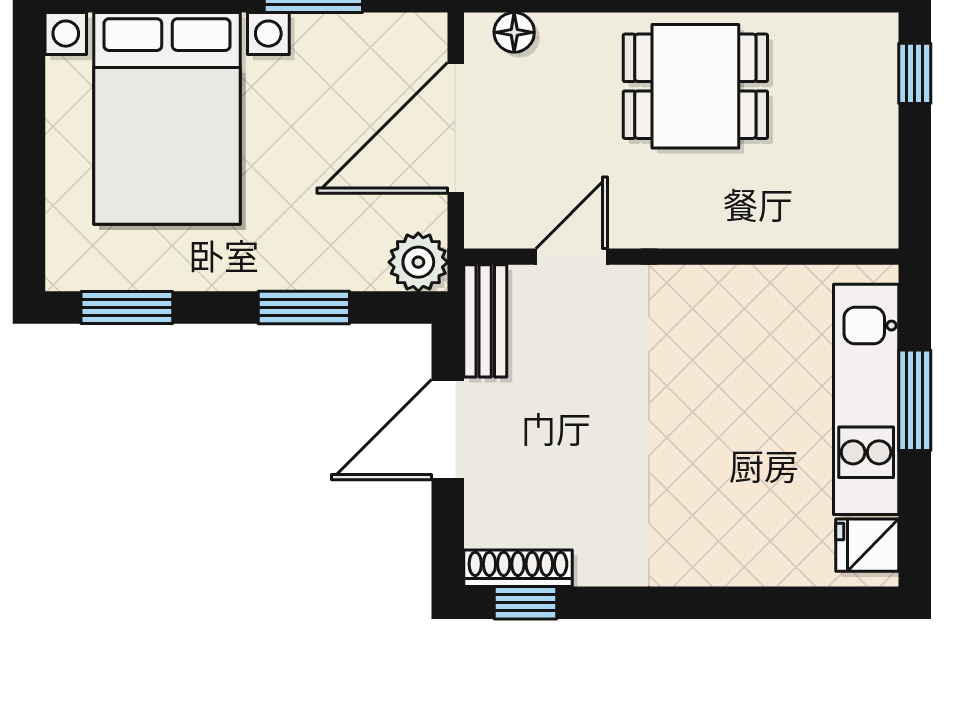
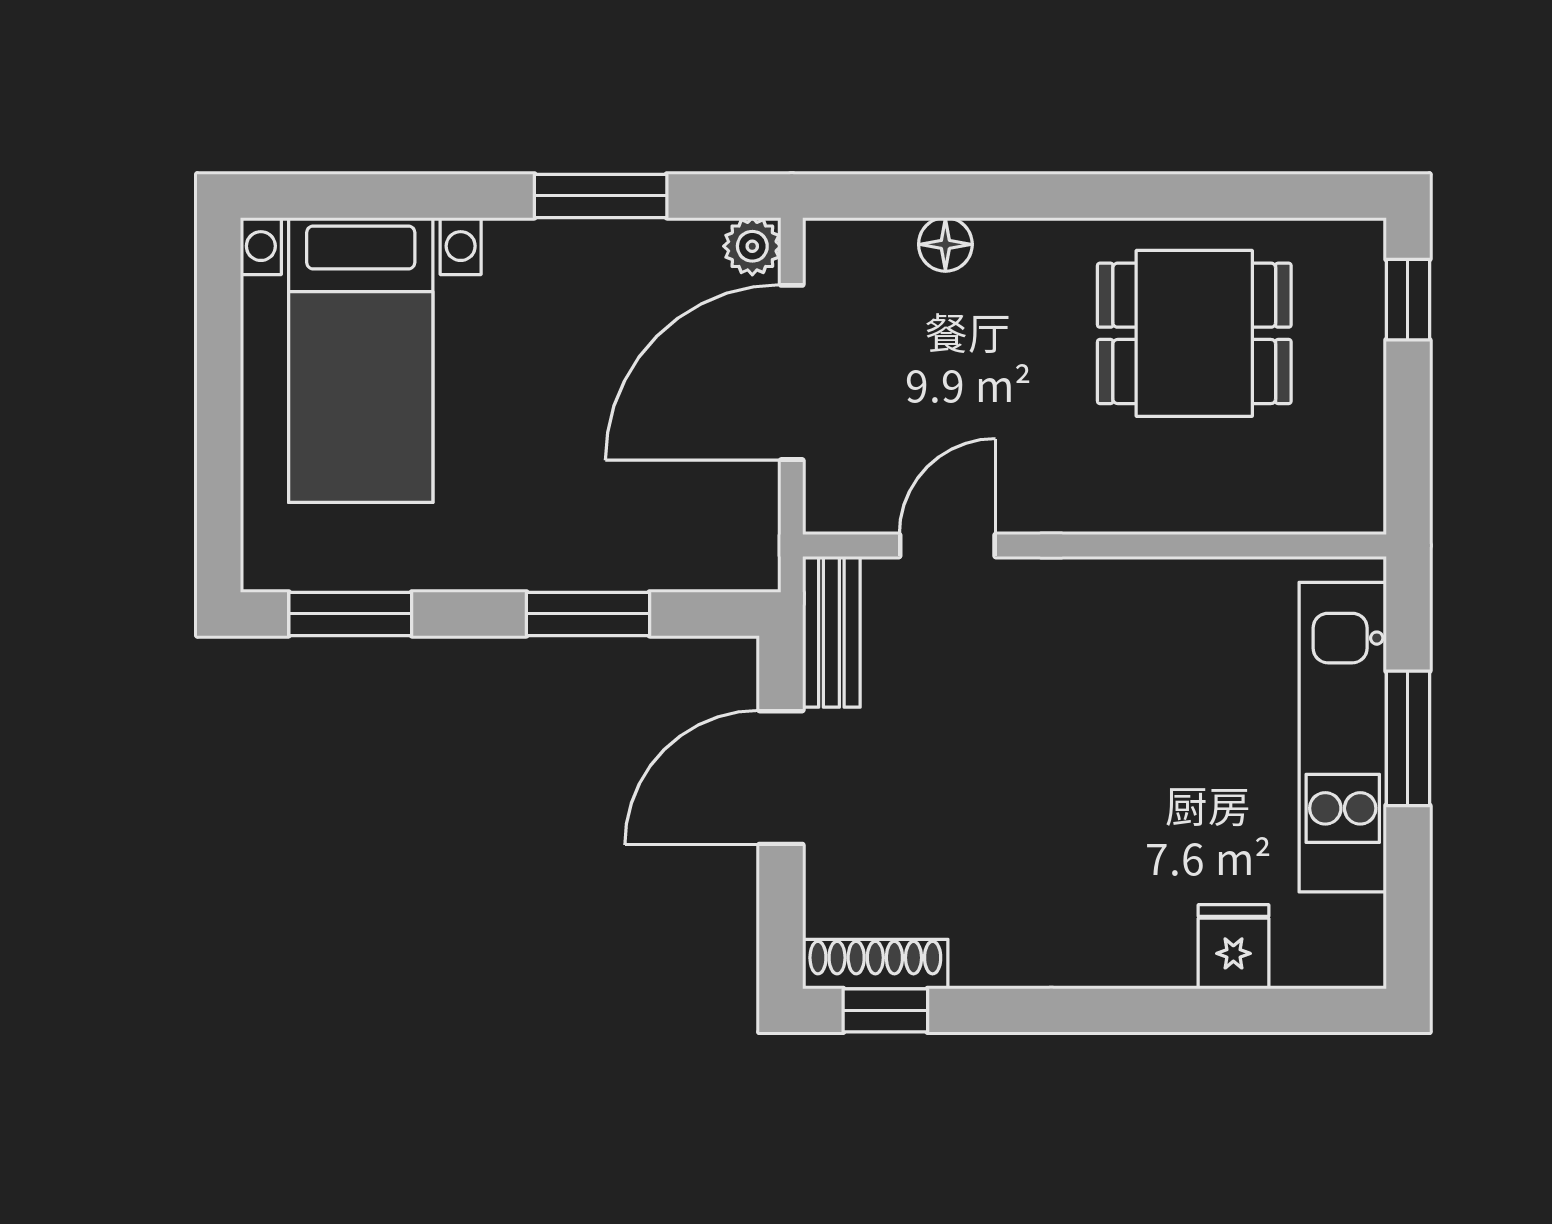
floor lamp: (514, 32) -> (945, 244), moved
dining table: (695, 86) -> (1194, 333), moved
bed with nightstands: (167, 118) -> (361, 360), width x0.73
plant: (418, 262) -> (752, 246), moved, width x0.73, depth x0.73
fridge: (867, 545) -> (1233, 947), moved, turned 90

